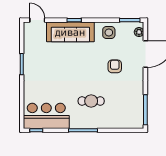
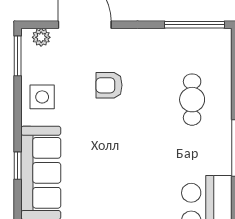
cafe table: (91, 101) -> (192, 100), moved

